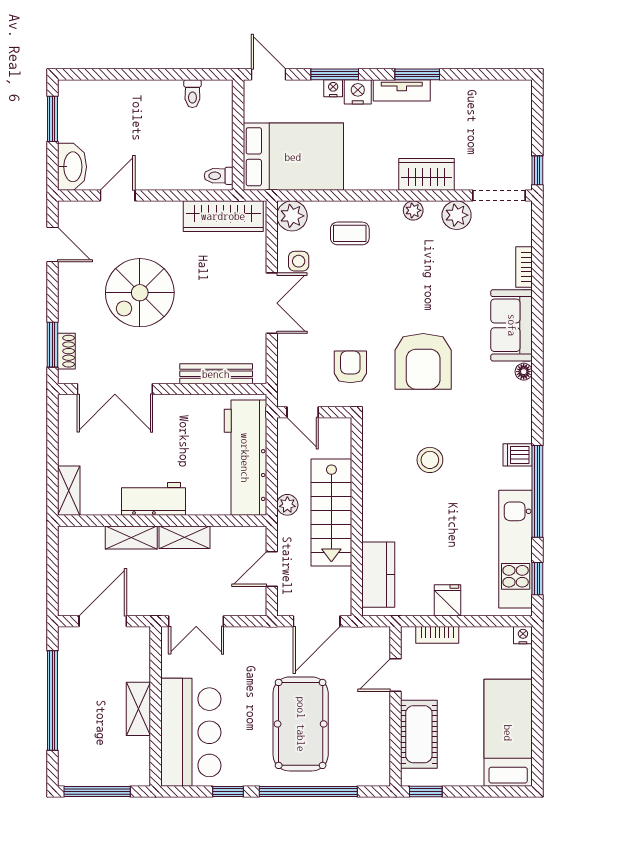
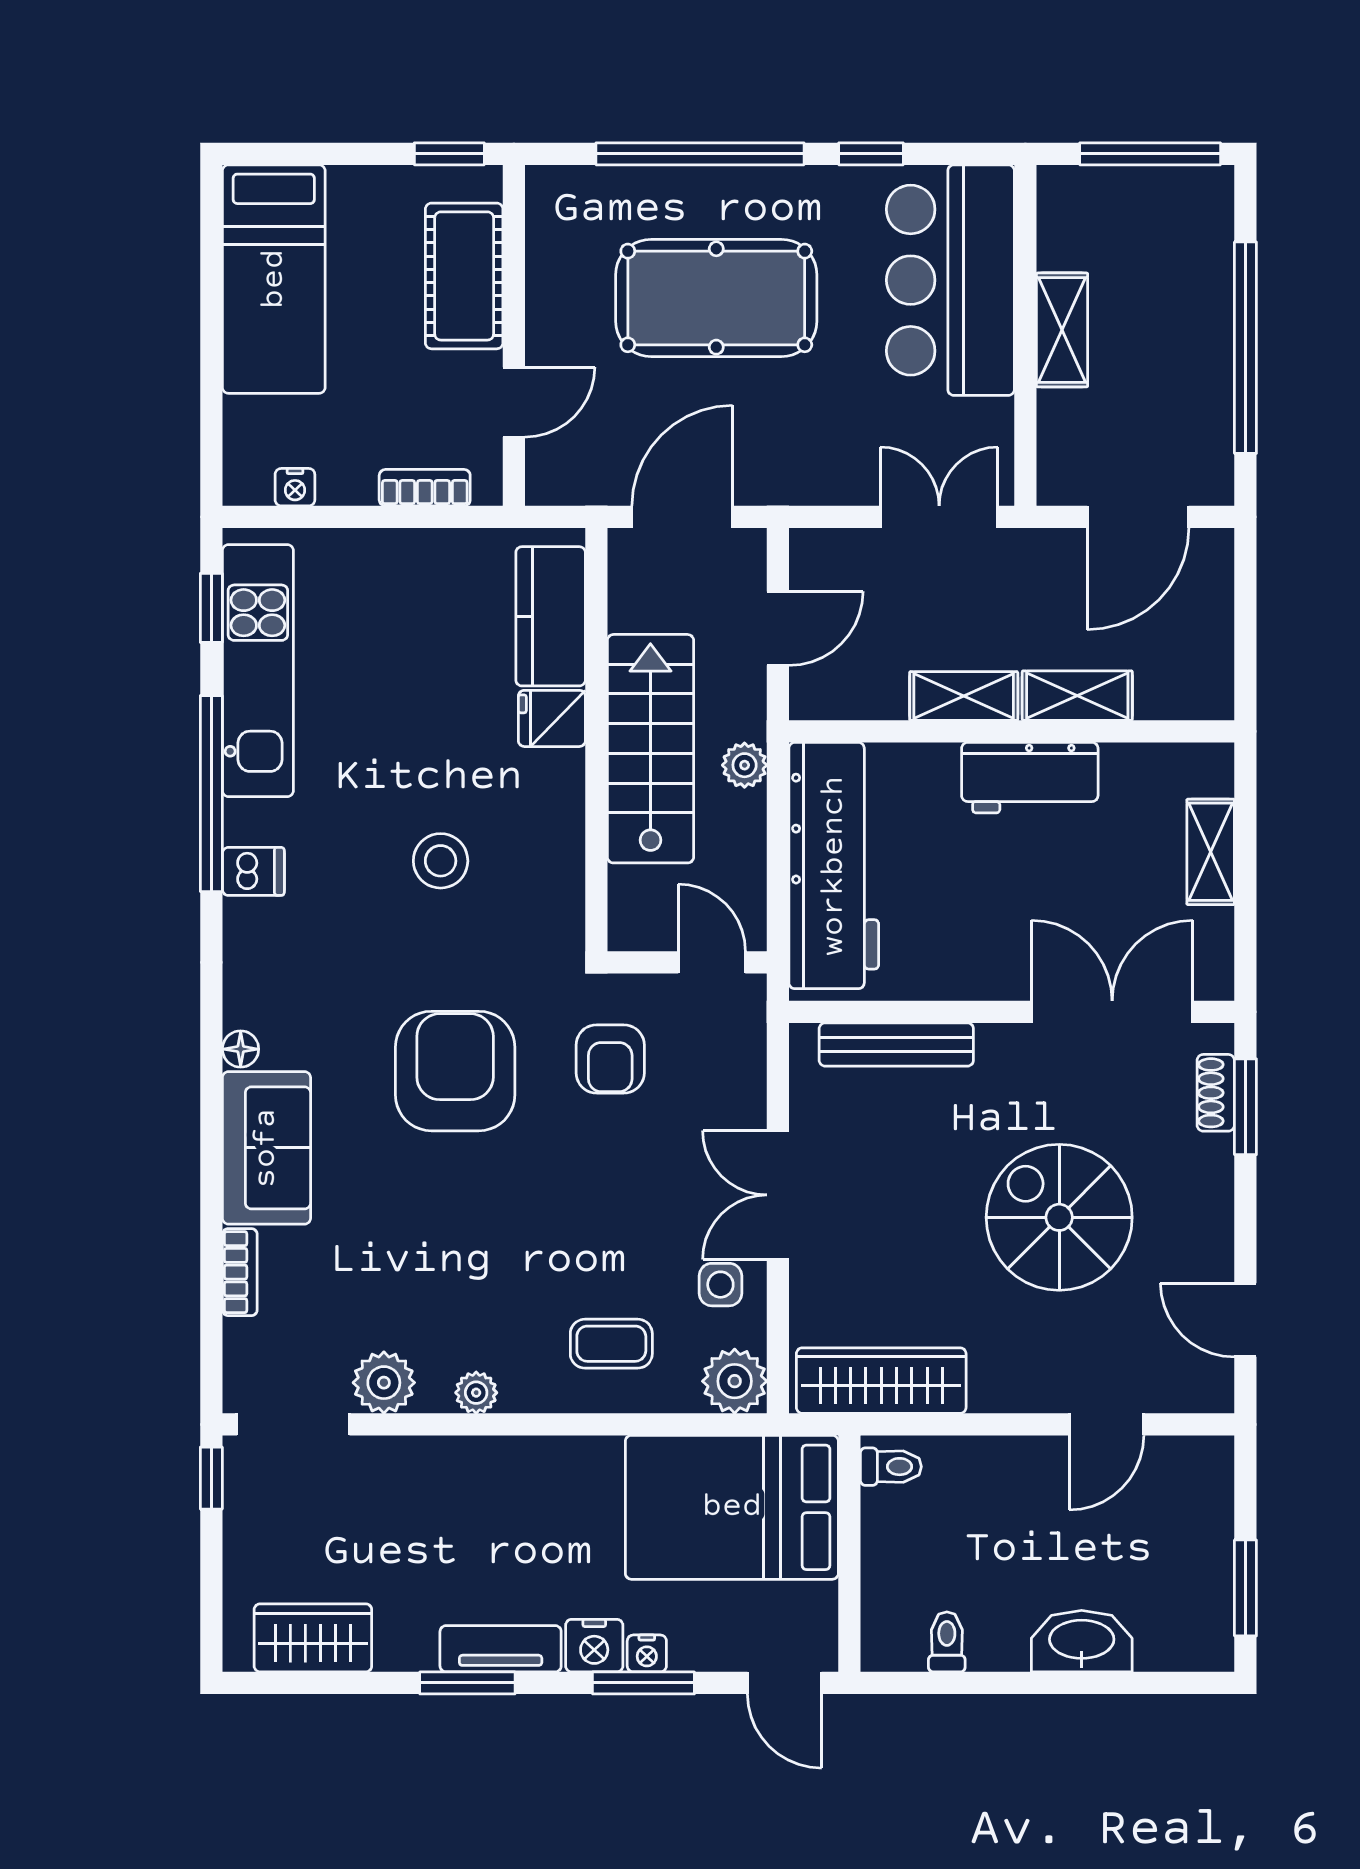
washbasin: (72, 167) -> (1082, 1641), moved, turned 90
wardrobe: (426, 174) -> (313, 1638), moved, turned 180
spiral stairs: (140, 293) -> (1059, 1217), turned -90
shelving: (69, 491) -> (1211, 852), moved
fridge: (447, 600) -> (552, 718), moved, turned 90
nightstand: (523, 635) -> (295, 487), moved
pool table: (301, 724) -> (716, 298), turned 90

